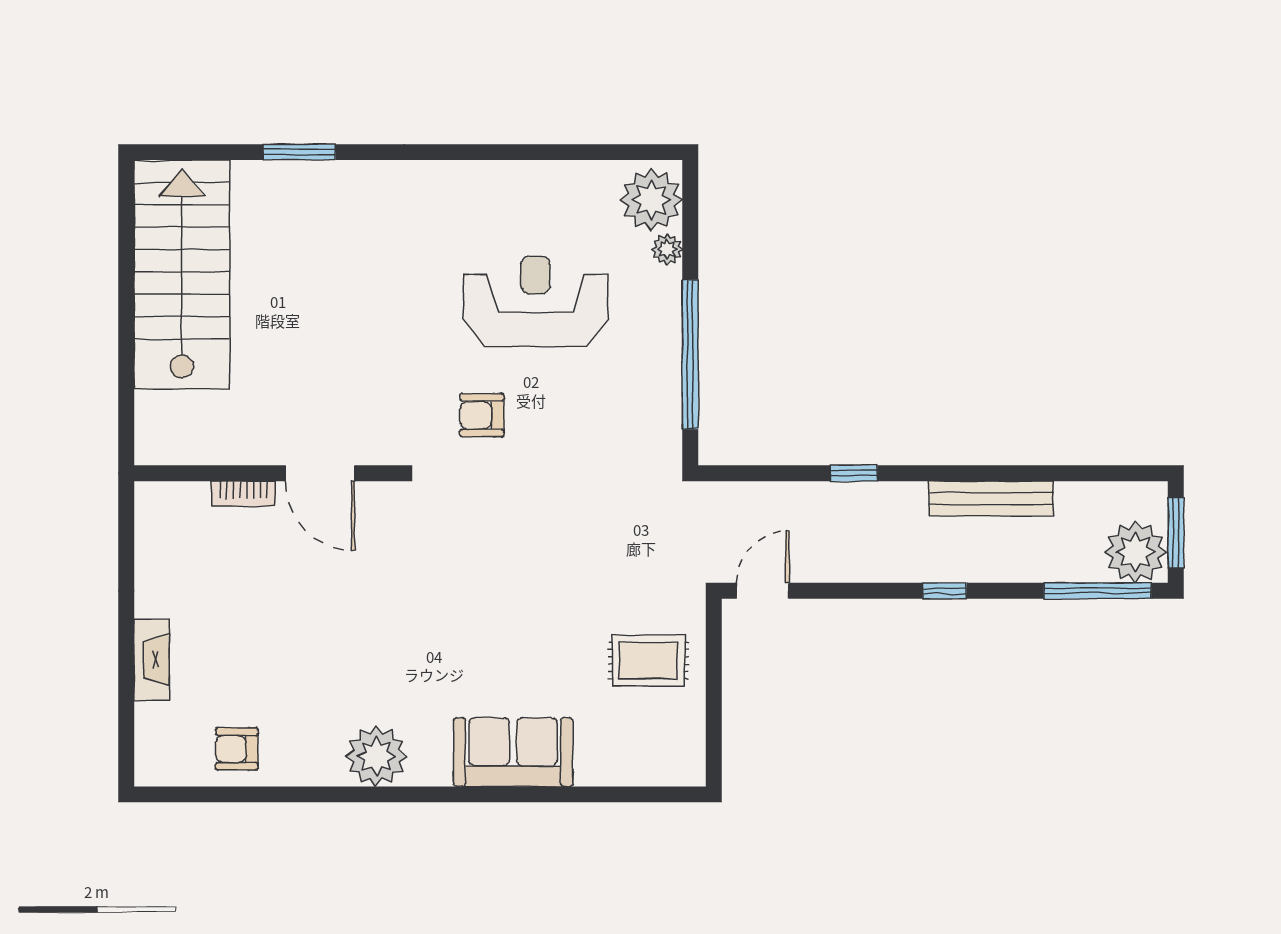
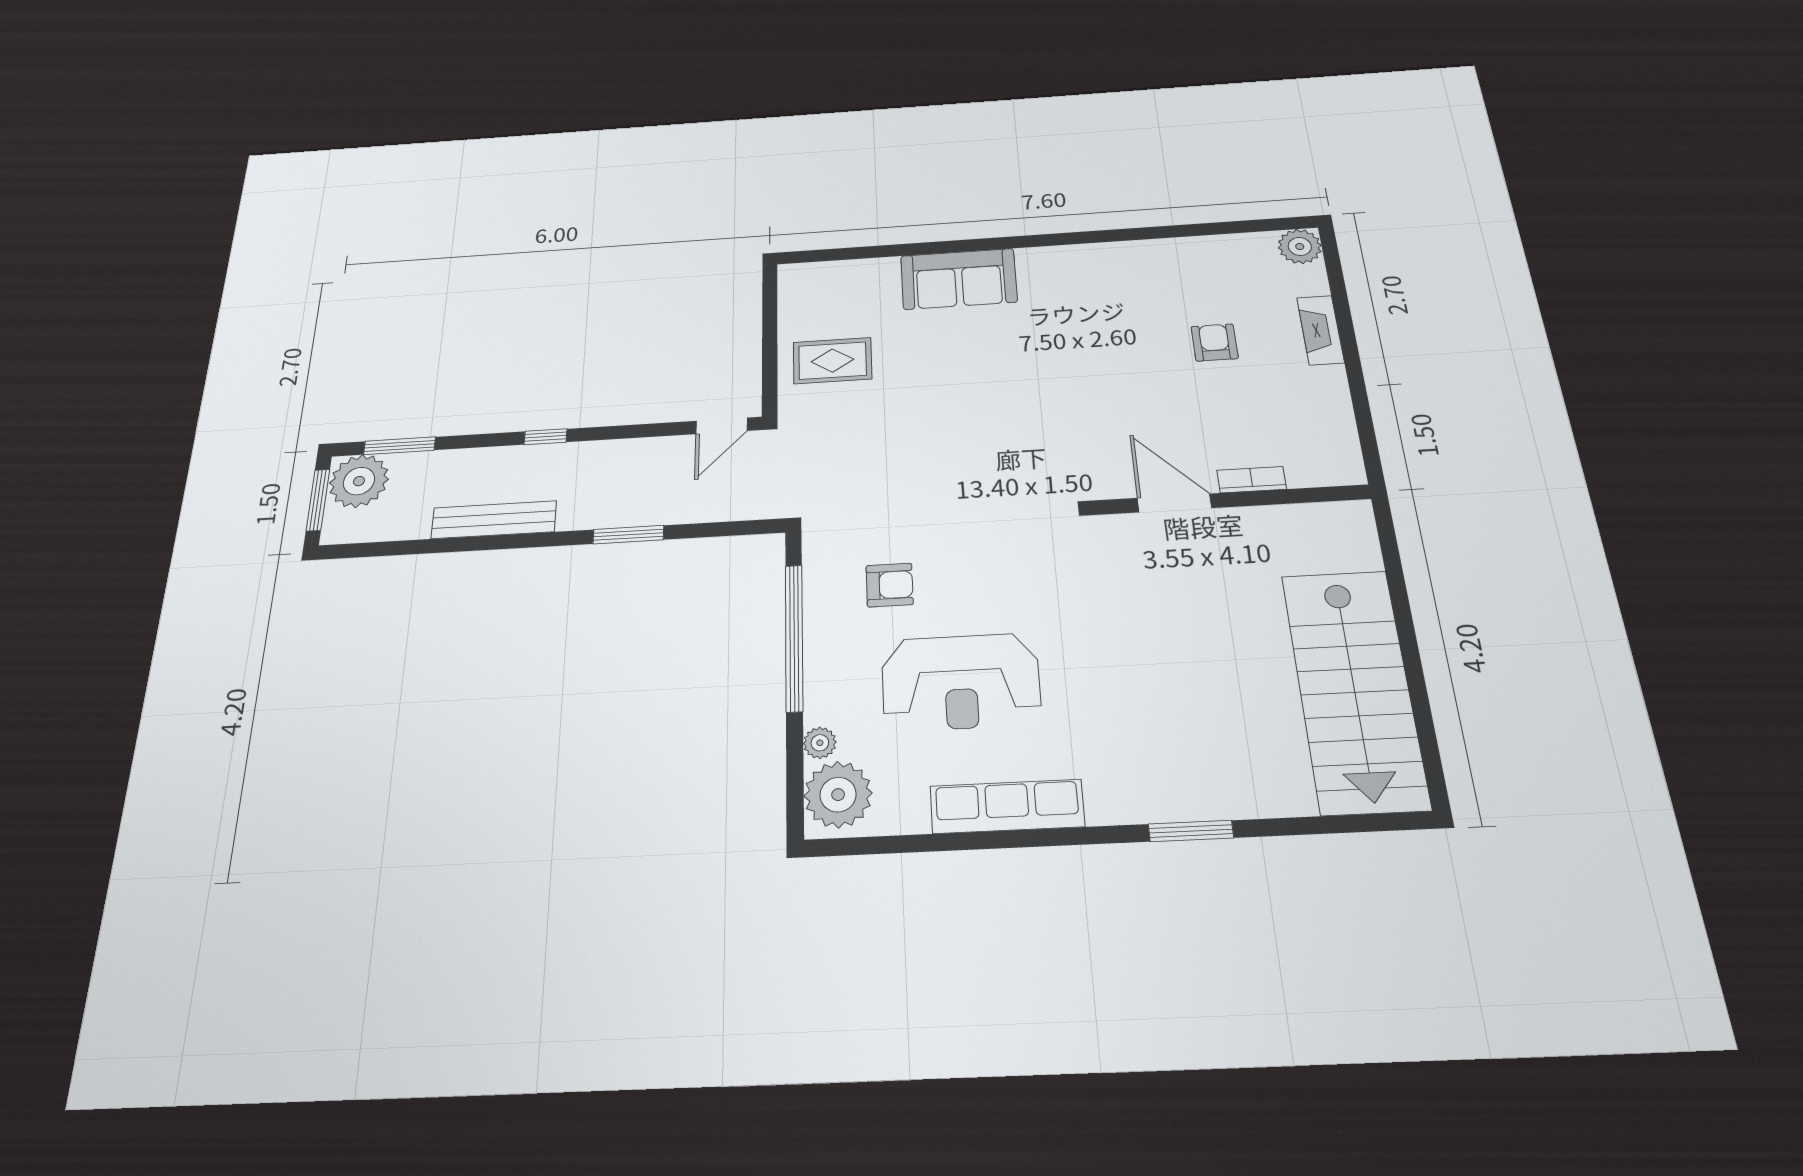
window: (299, 152) -> (1191, 831), moved
row of seats: (501, 182) -> (1007, 806), added
armchair: (482, 415) -> (890, 585), moved
window: (854, 473) -> (628, 535), width x1.50
window: (1097, 591) -> (400, 446), width x0.69
armchair: (237, 749) -> (1215, 342), moved, turned -90
plant: (376, 756) -> (1300, 246), moved, width x0.73, depth x0.73

